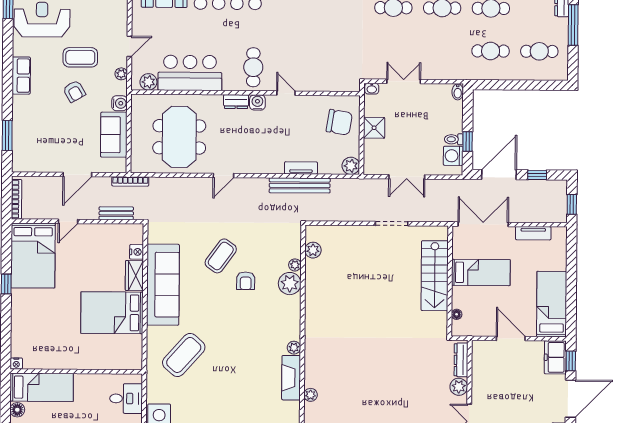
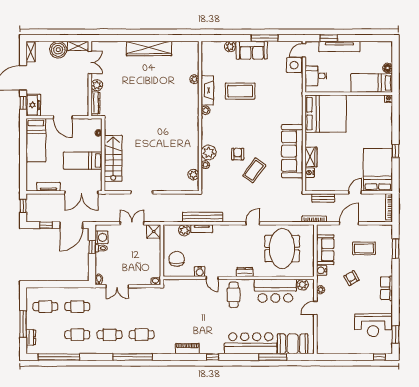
coffee table: (80, 57) -> (364, 248), moved
double door: (404, 81) -> (117, 286), moved
water cooler: (257, 103) -> (200, 272), moved
chair: (339, 122) -> (177, 259), turned 81
shower: (374, 128) -> (154, 231), moved
plant: (351, 166) -> (184, 230), moved
bed: (112, 313) -> (326, 114), moved, width x1.36
coffee table: (184, 355) -> (240, 91), moved, turned 48

